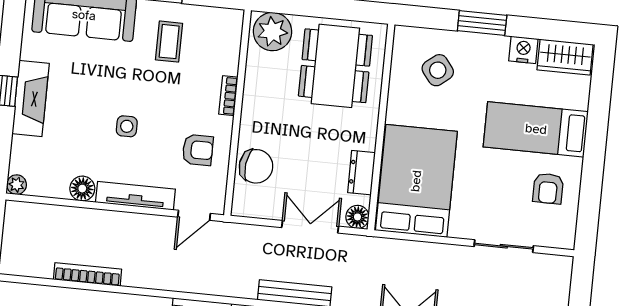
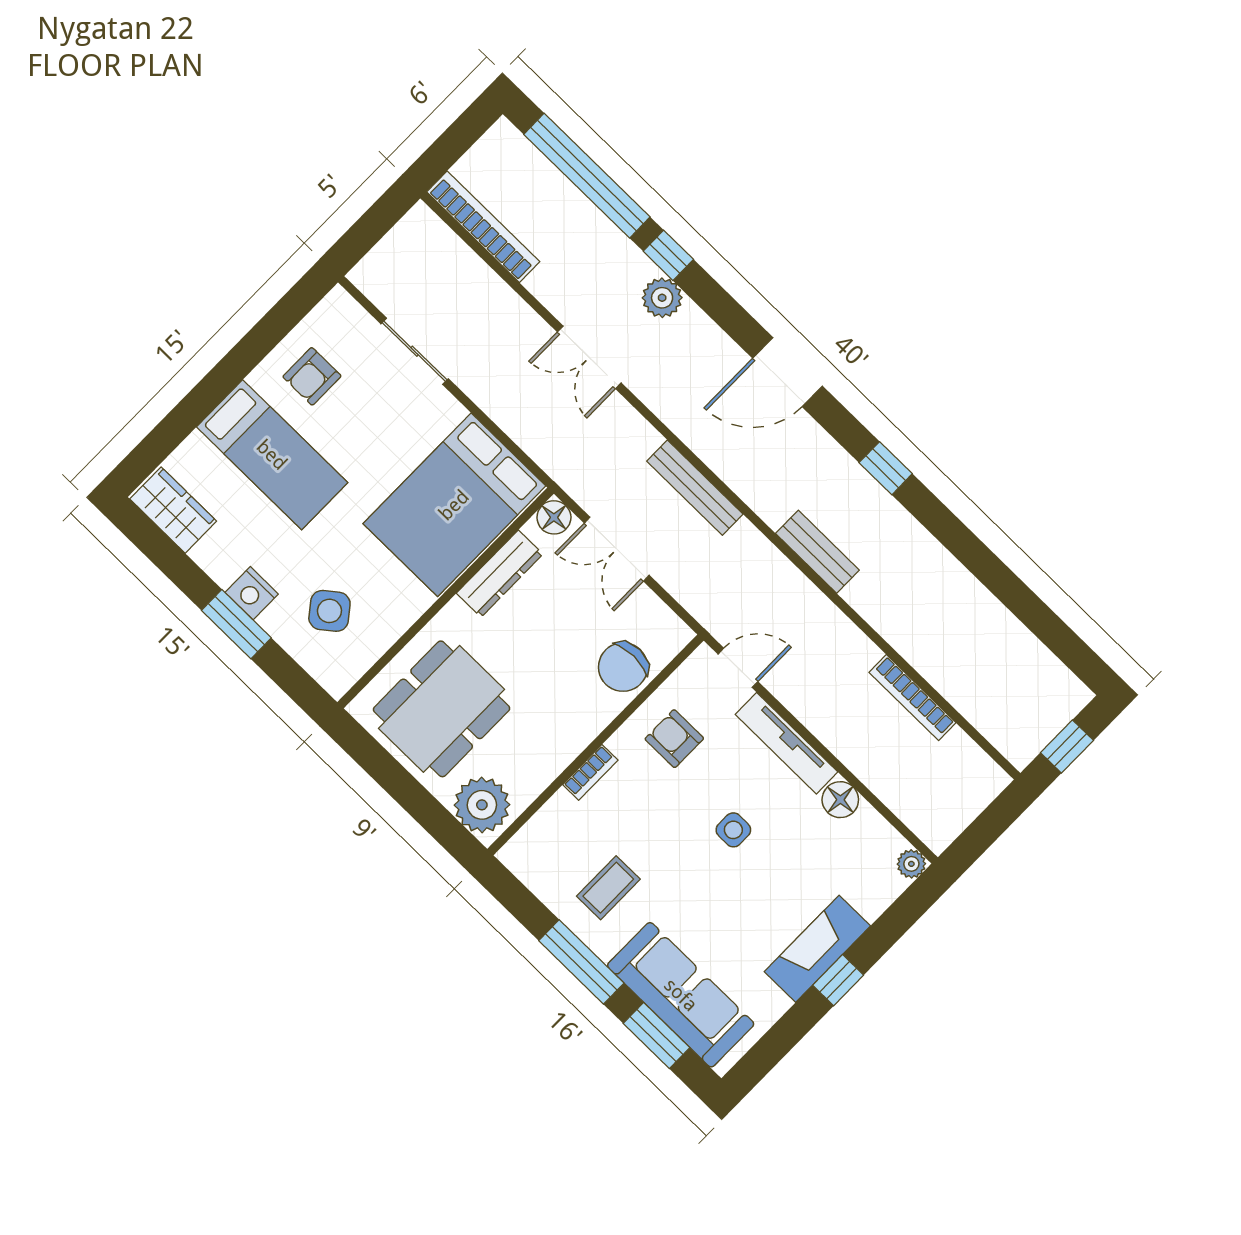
nightstand: (523, 50) -> (252, 593), moved
chair: (256, 166) -> (623, 667), turned -97
dresser: (362, 173) -> (500, 574), width x1.44
armchair: (548, 189) -> (312, 376), turned 180

